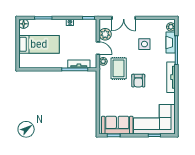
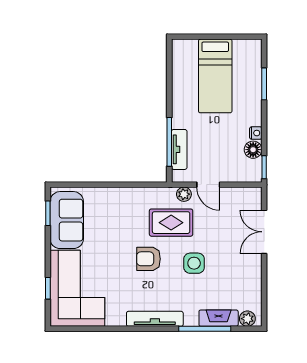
floor lamp: (24, 24) -> (253, 150), moved
plant: (105, 34) -> (234, 198), removed
side table: (144, 44) -> (194, 263), moved
door: (98, 48) -> (208, 185), hinge flipped

